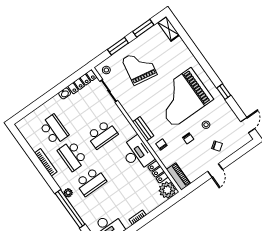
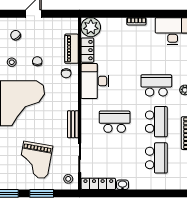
bench: (143, 129) -> (73, 124), moved
school desk: (54, 130) -> (156, 158), turned 180
piano: (178, 177) -> (72, 49), moved

